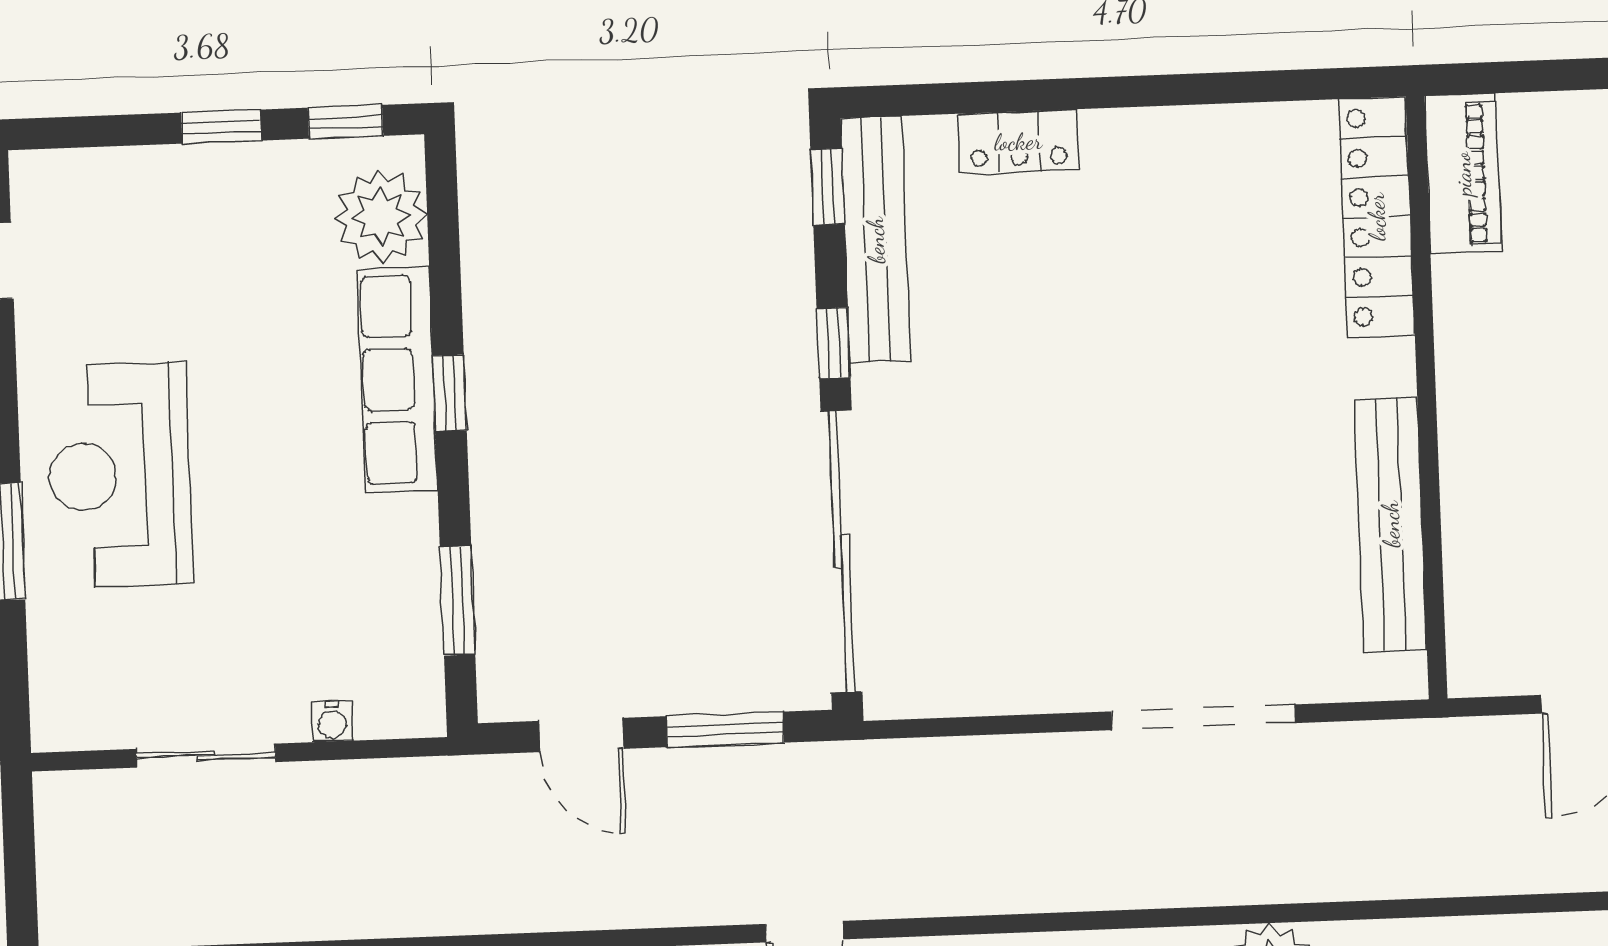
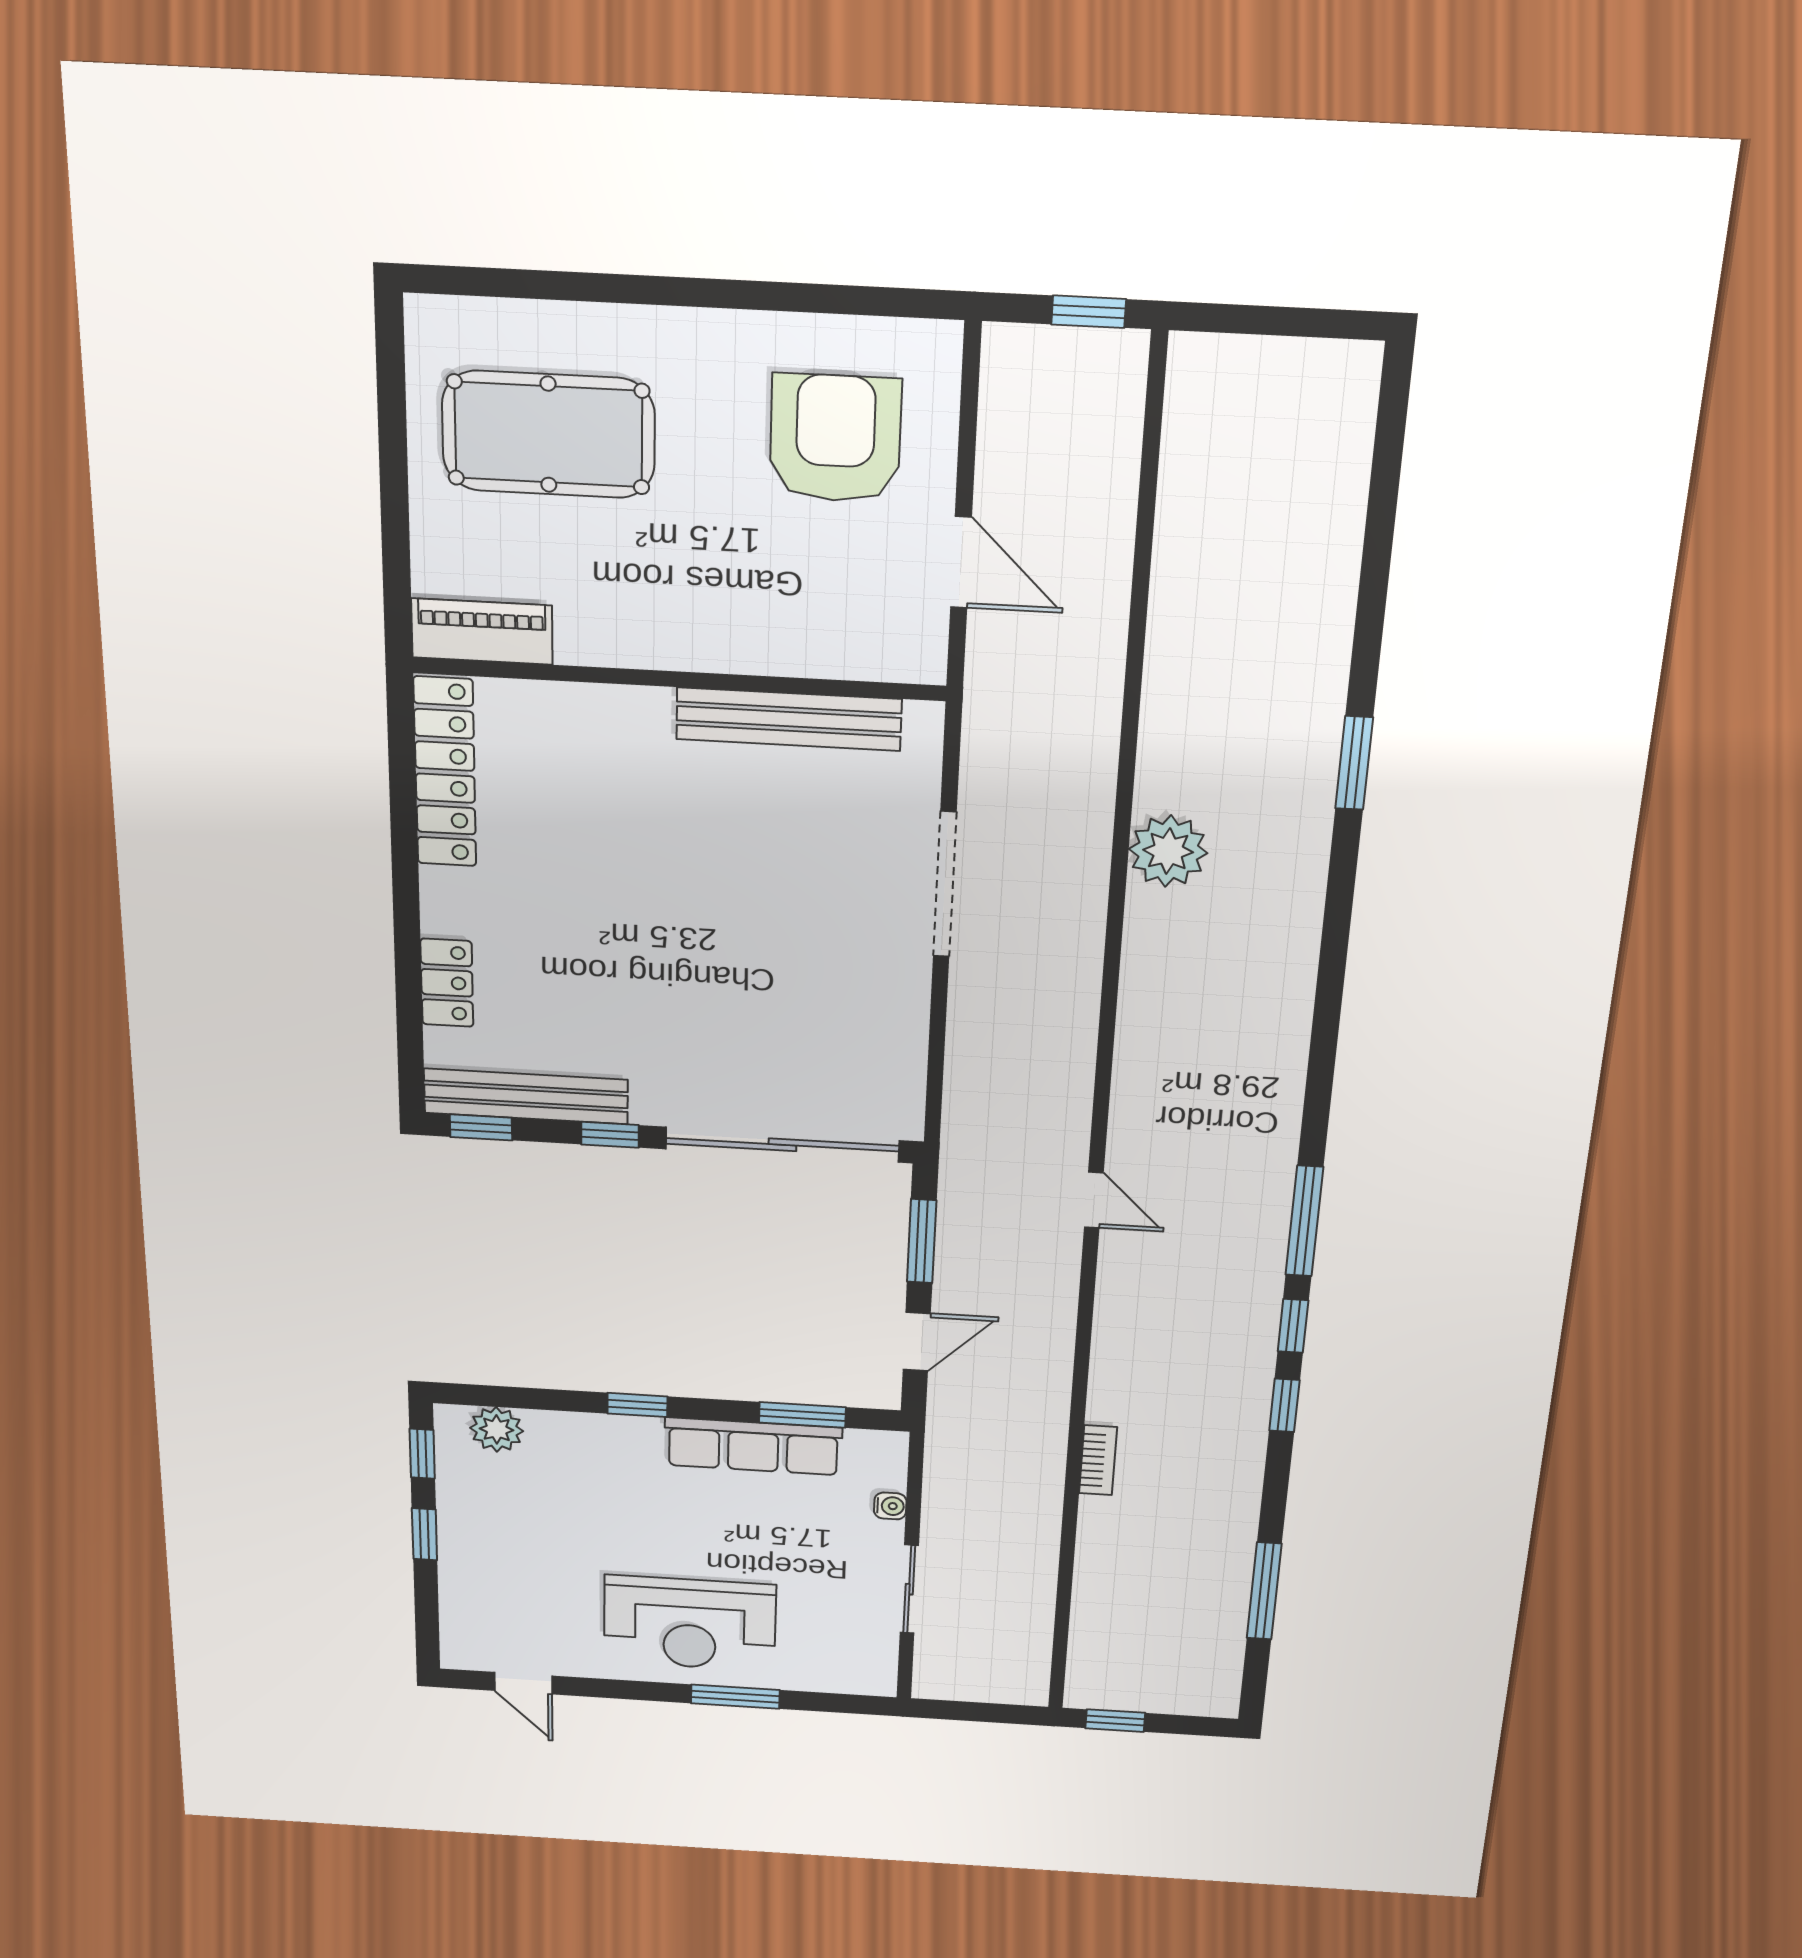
plant: (381, 216) -> (497, 1429), width x0.73, depth x0.73
locker: (1377, 217) -> (445, 772), moved, turned -90
row of seats: (397, 379) -> (753, 1446), moved

